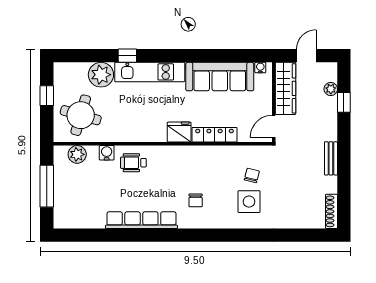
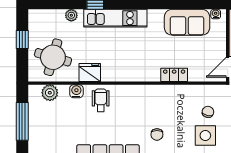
plant: (101, 75) -> (71, 15), width x0.53, depth x0.53
sofa: (220, 77) -> (187, 22), width x0.73
fridge: (179, 132) -> (90, 73), moved
locker: (215, 135) -> (174, 75), width x0.66
wheelchair: (133, 163) -> (101, 100), turned 90

